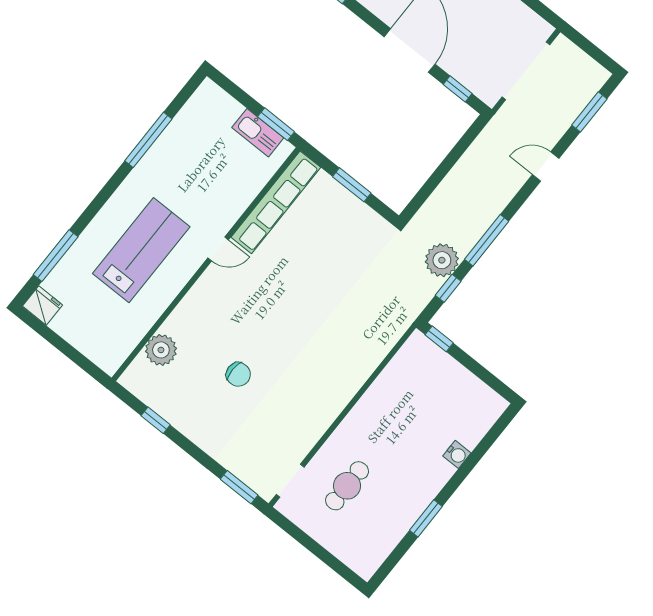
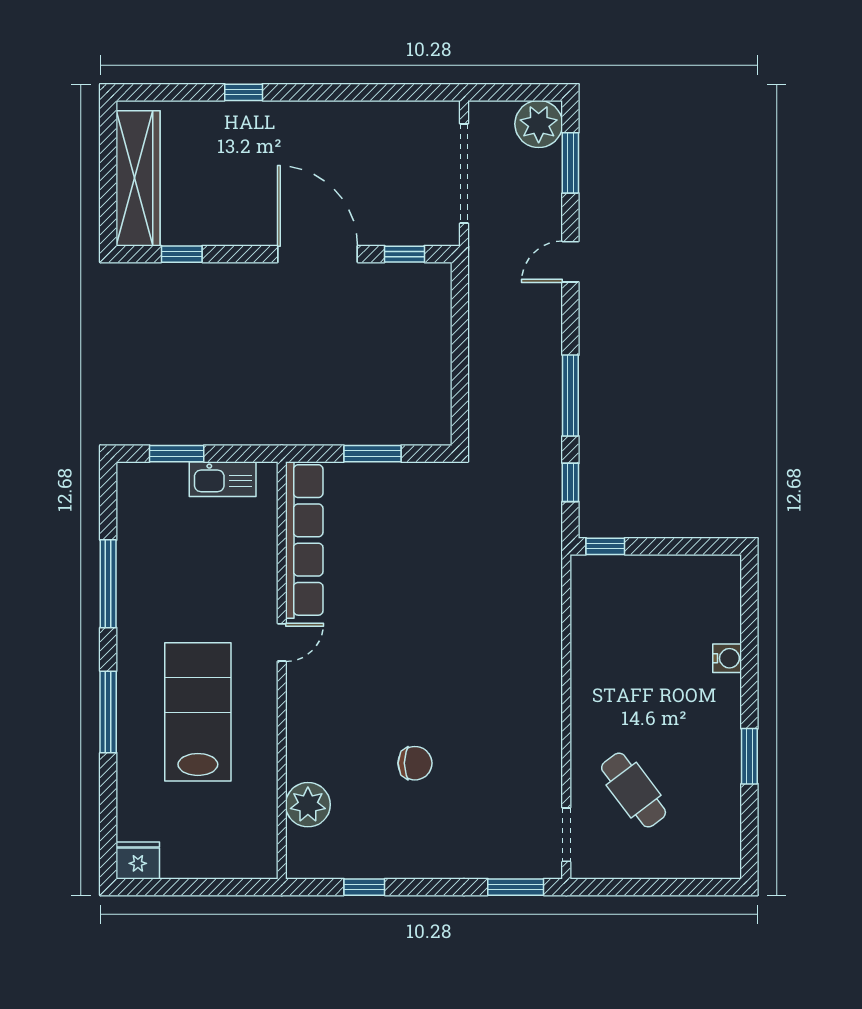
window: (276, 124) -> (177, 454), moved
window: (56, 256) -> (108, 712), moved
plant: (442, 260) -> (539, 124), moved
cafe table: (347, 486) -> (634, 790), turned -37

